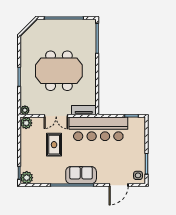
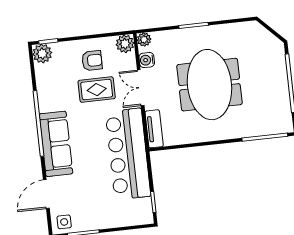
water cooler: (38, 110) -> (147, 60), added
armchair: (35, 146) -> (92, 61), added
sofa: (81, 175) -> (56, 144), width x1.36
door: (119, 185) -> (46, 194), hinge flipped

